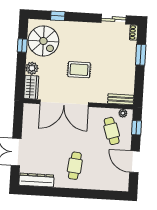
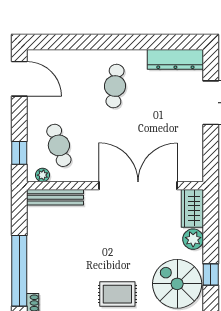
window: (141, 55) -> (19, 271), width x2.11
rug: (79, 70) -> (117, 294), moved
bench: (121, 99) -> (55, 197), width x1.36
door: (135, 162) -> (19, 79), moved

